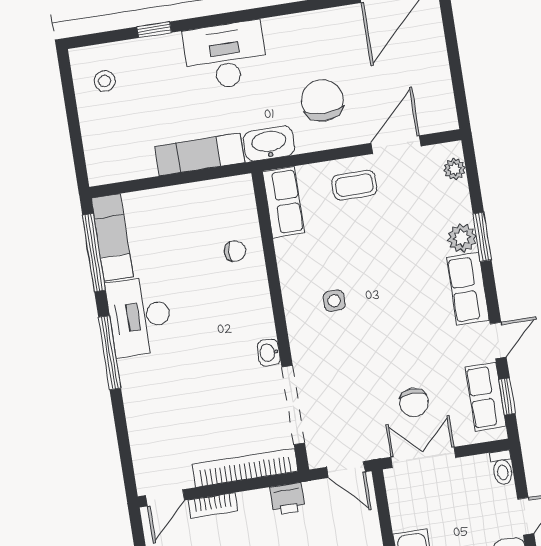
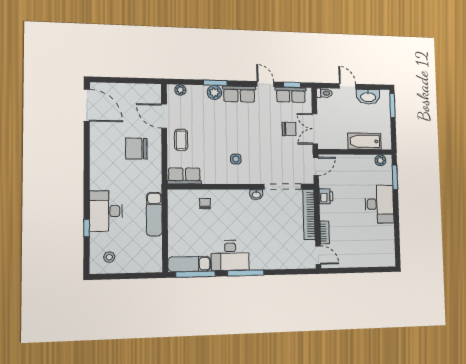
desk: (225, 56) -> (106, 211), moved
washbasin: (269, 144) -> (154, 179), removed

